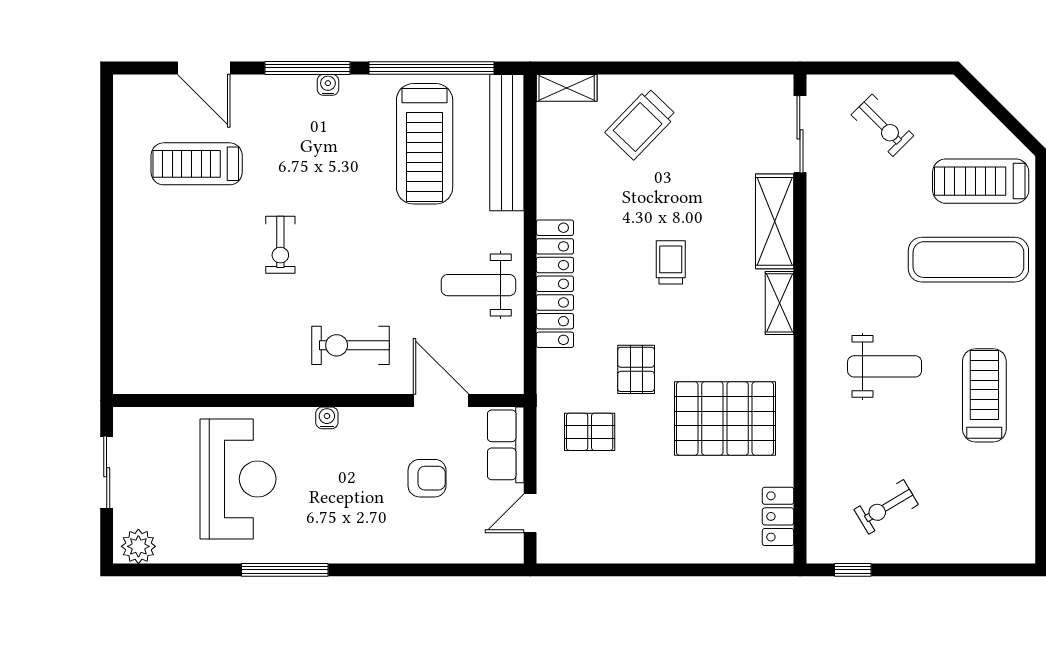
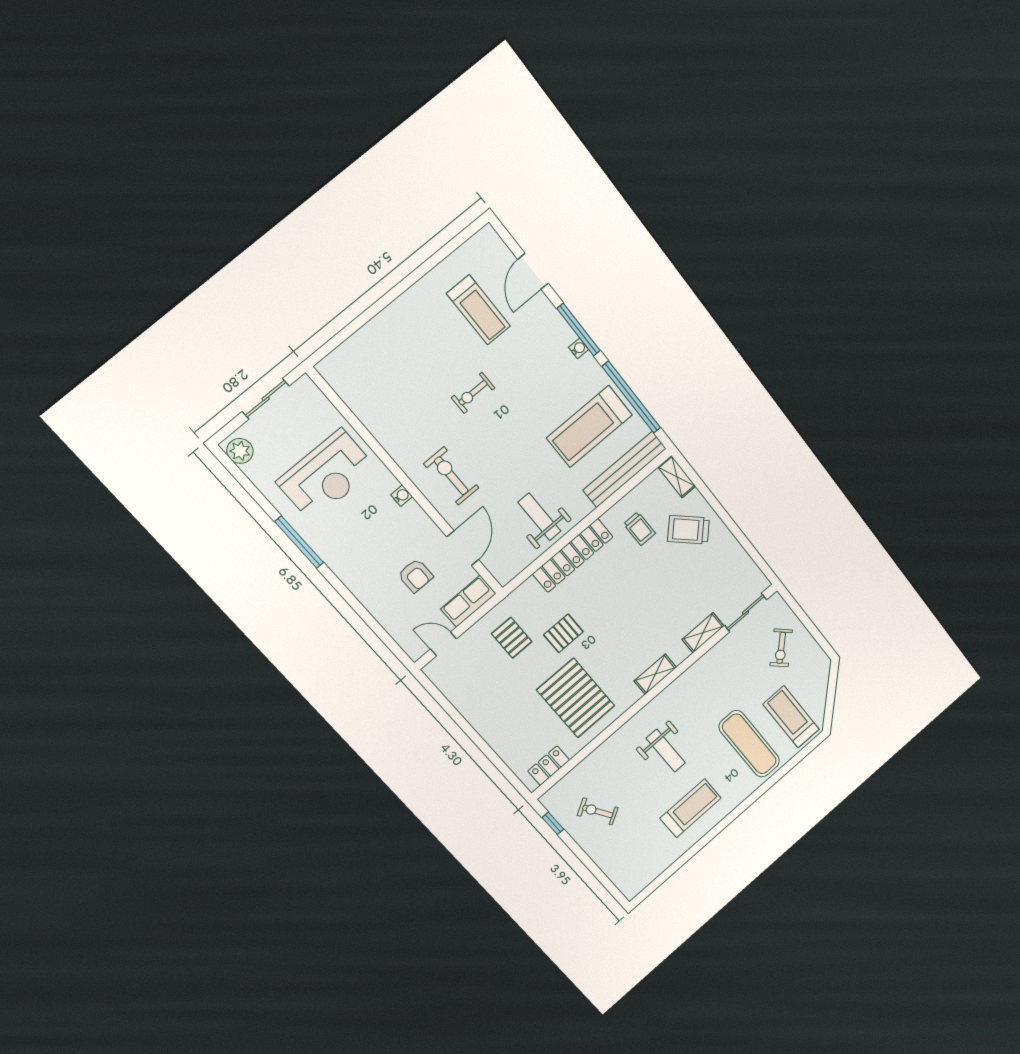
treadmill: (197, 164) -> (478, 310), turned 180
shelving: (775, 221) -> (703, 633), width x0.67, depth x0.75
trolley: (671, 262) -> (639, 529), moved, turned 90

